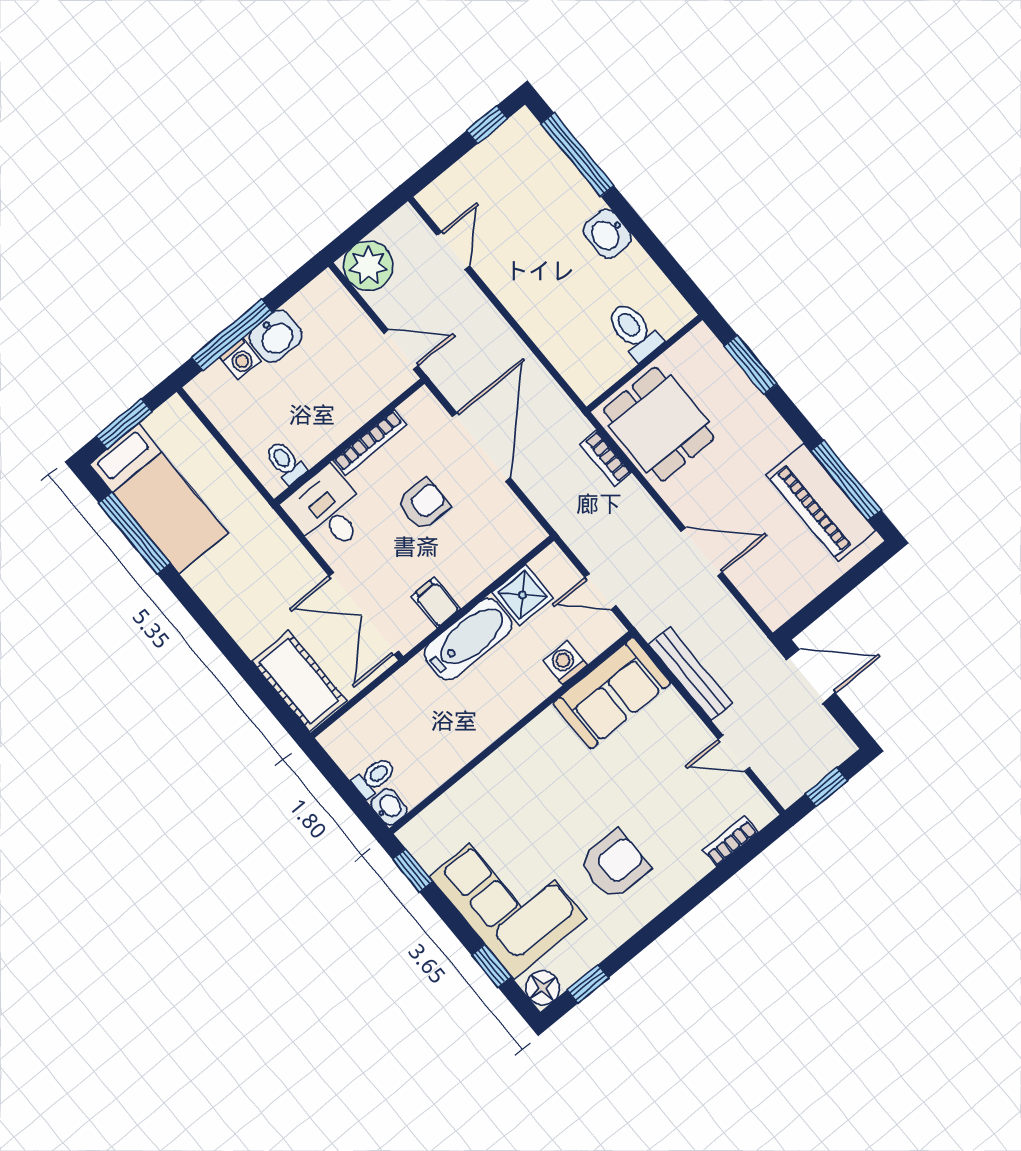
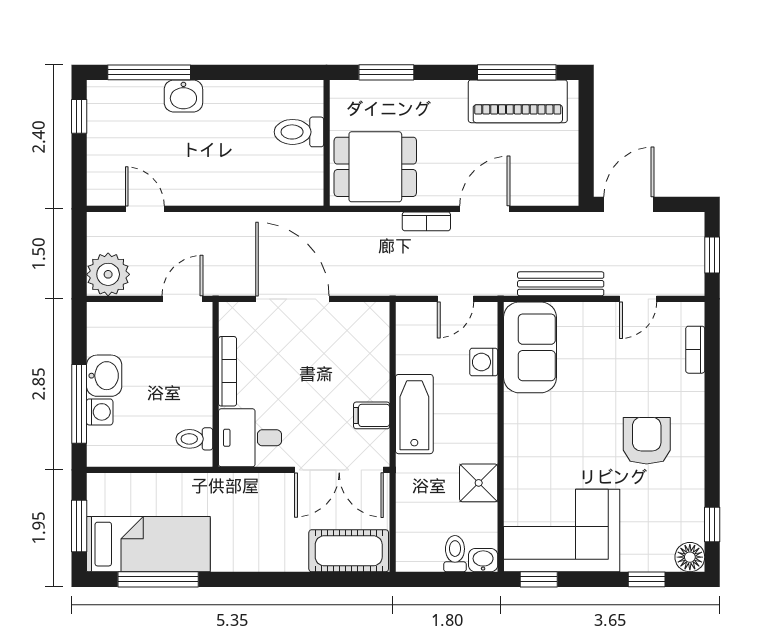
washbasin: (607, 234) -> (183, 96), moved
bookcase: (606, 458) -> (426, 221), moved
armchair: (423, 504) -> (299, 369), removed
shower: (522, 595) -> (479, 483), moved
corner sofa: (508, 898) -> (562, 530), moved

